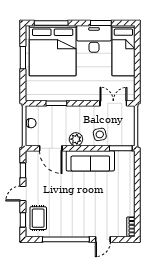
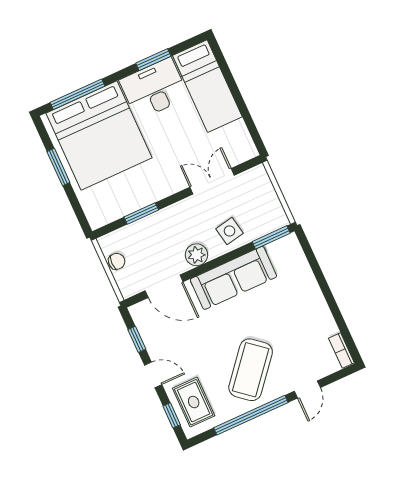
double door: (113, 103) -> (212, 181), moved
door: (23, 193) -> (153, 375), swing flipped
coffee table: (77, 215) -> (251, 370), added

